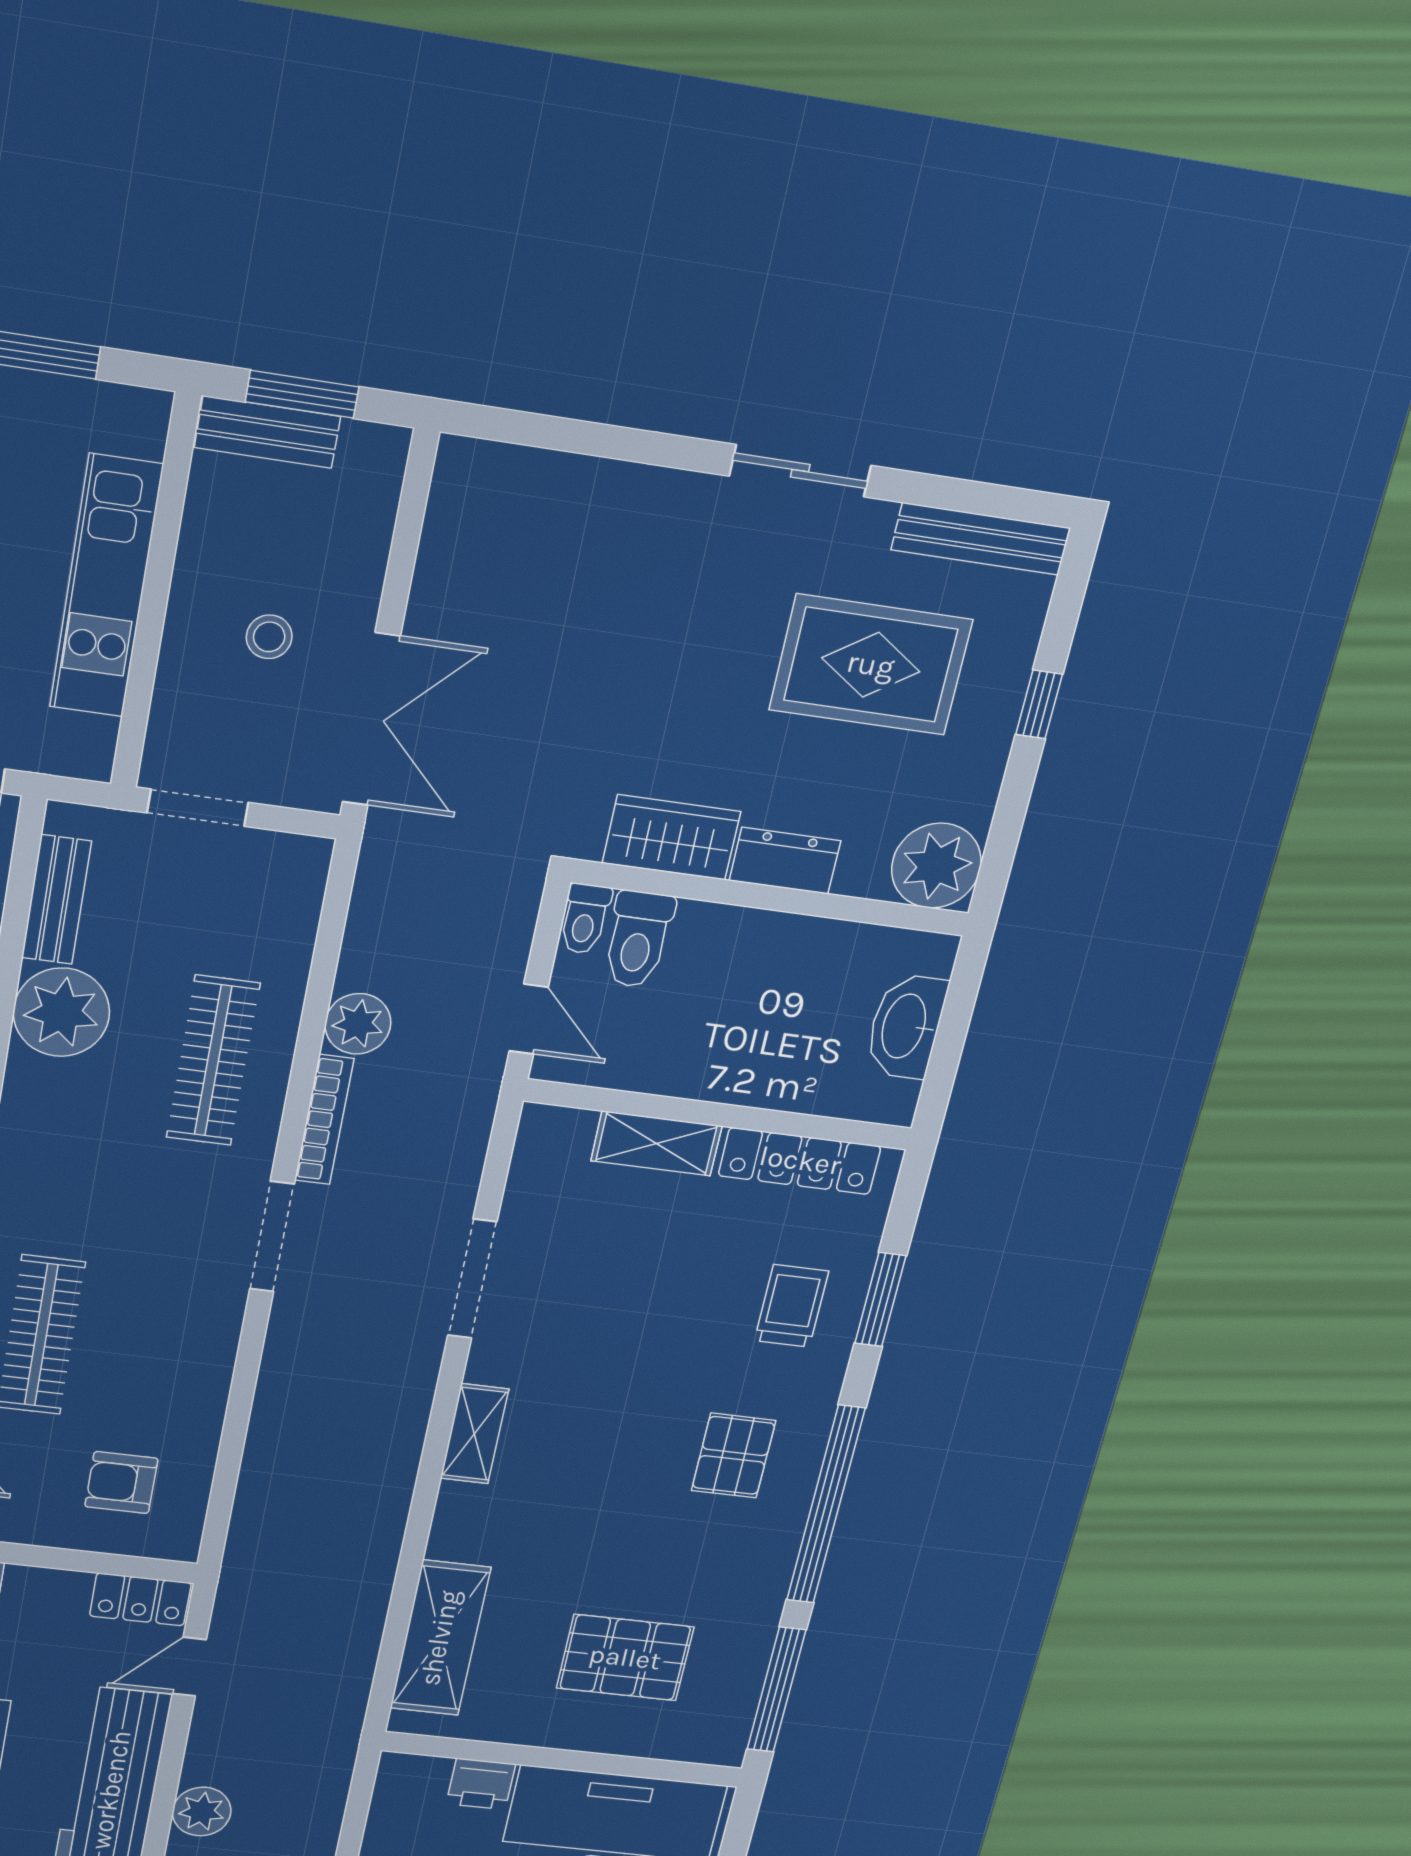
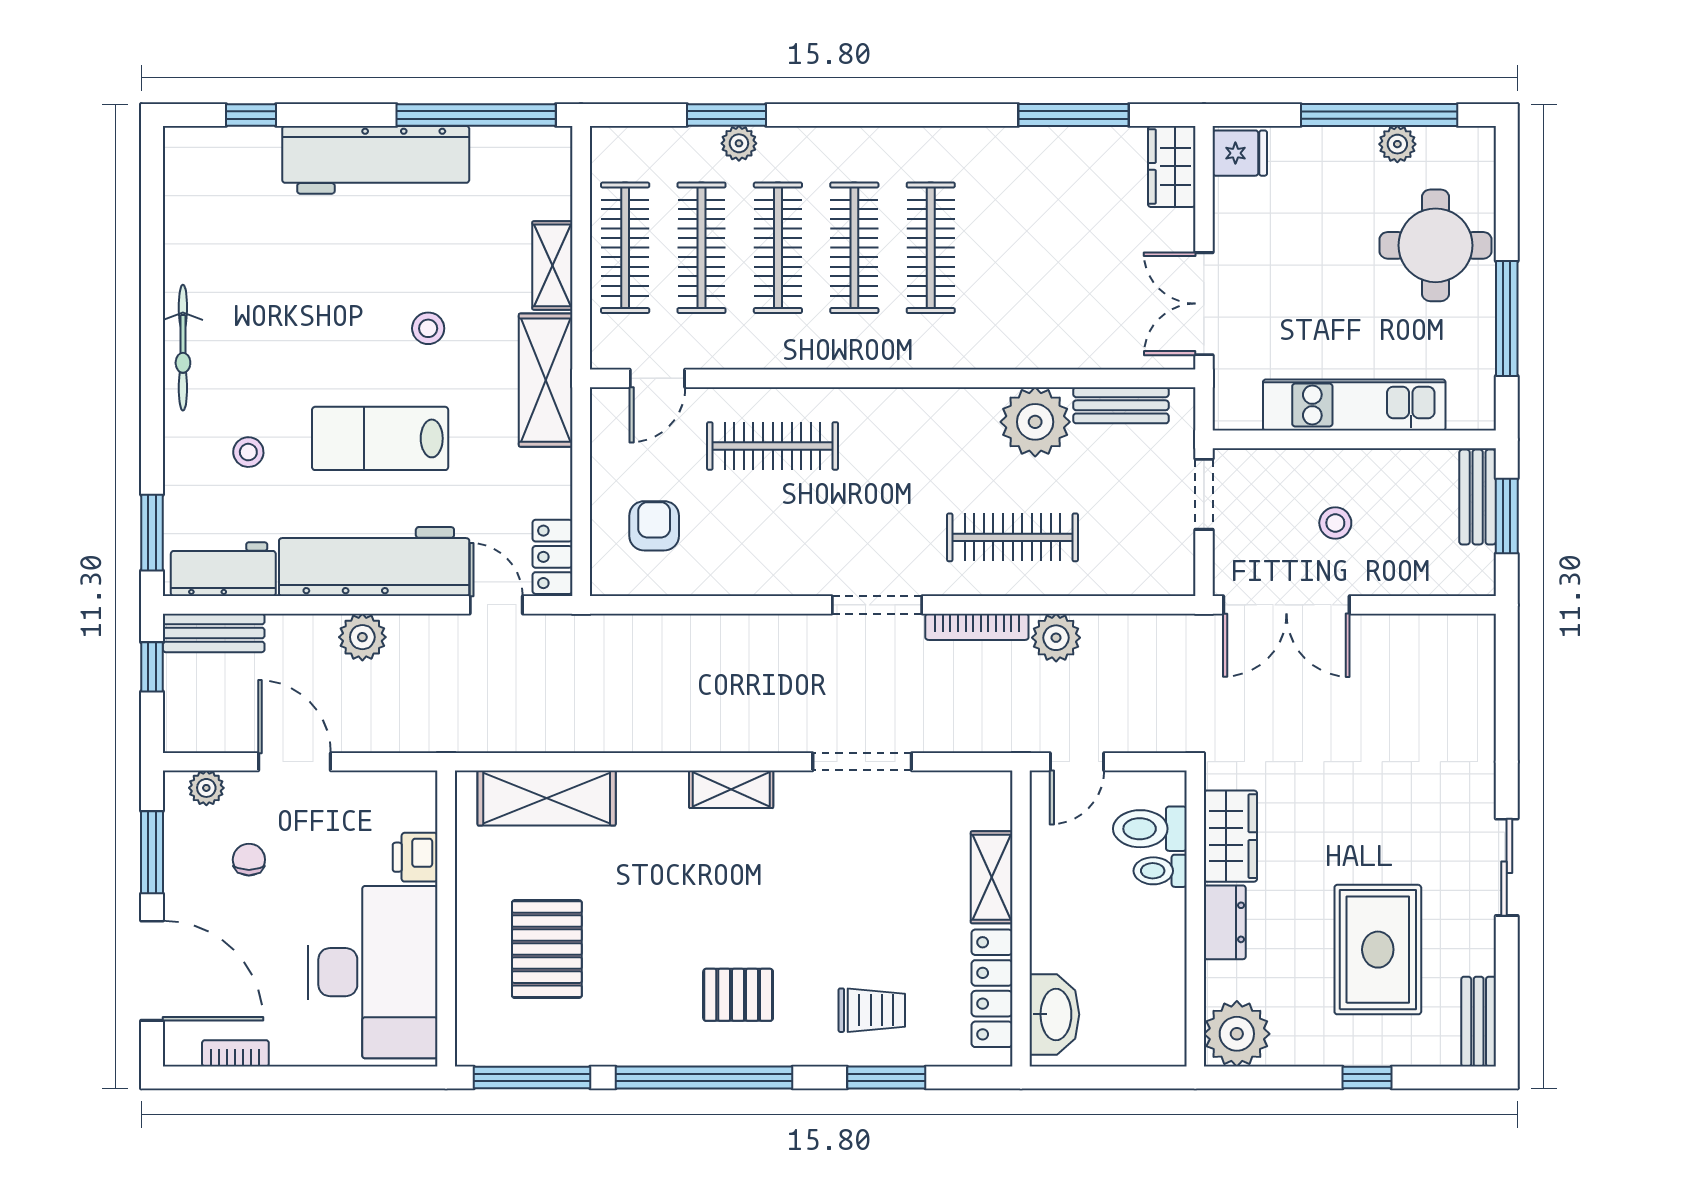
bench: (981, 539) -> (1479, 1022), width x0.73
toilet: (585, 919) -> (1160, 871), moved
washbasin: (906, 1026) -> (1054, 1014), moved, turned 90

